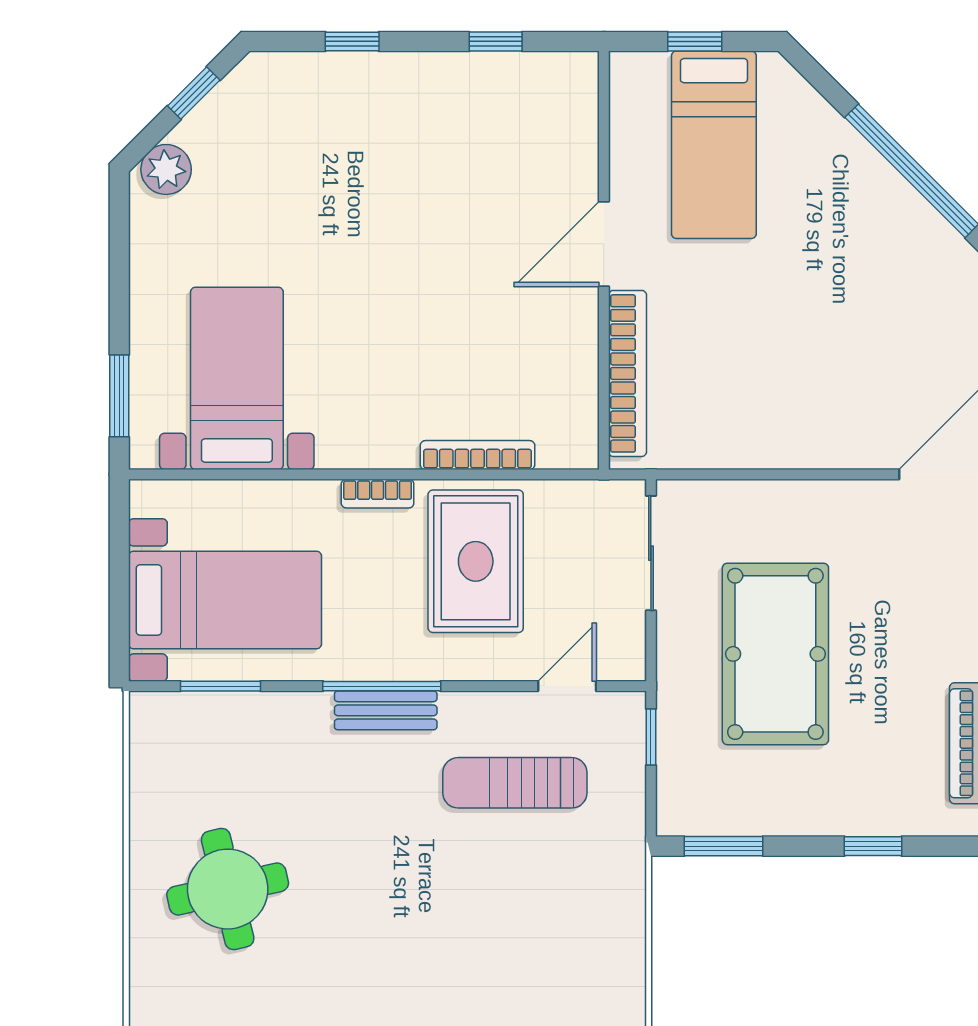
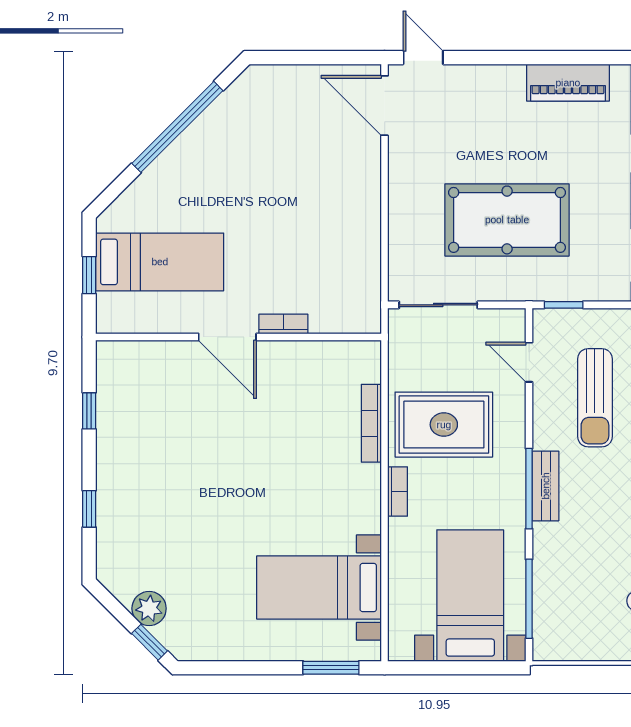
window: (194, 93) -> (150, 642), moved
plant: (166, 169) -> (149, 608), moved
bookcase: (627, 373) -> (283, 324), width x0.43, depth x0.76
window: (220, 686) -> (529, 599), width x1.44

